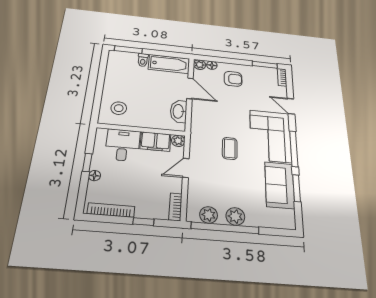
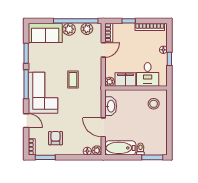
armchair: (233, 79) -> (55, 138), moved, turned 90
door: (186, 168) -> (103, 50), moved
sofa: (280, 185) -> (45, 33), moved, turned 90

